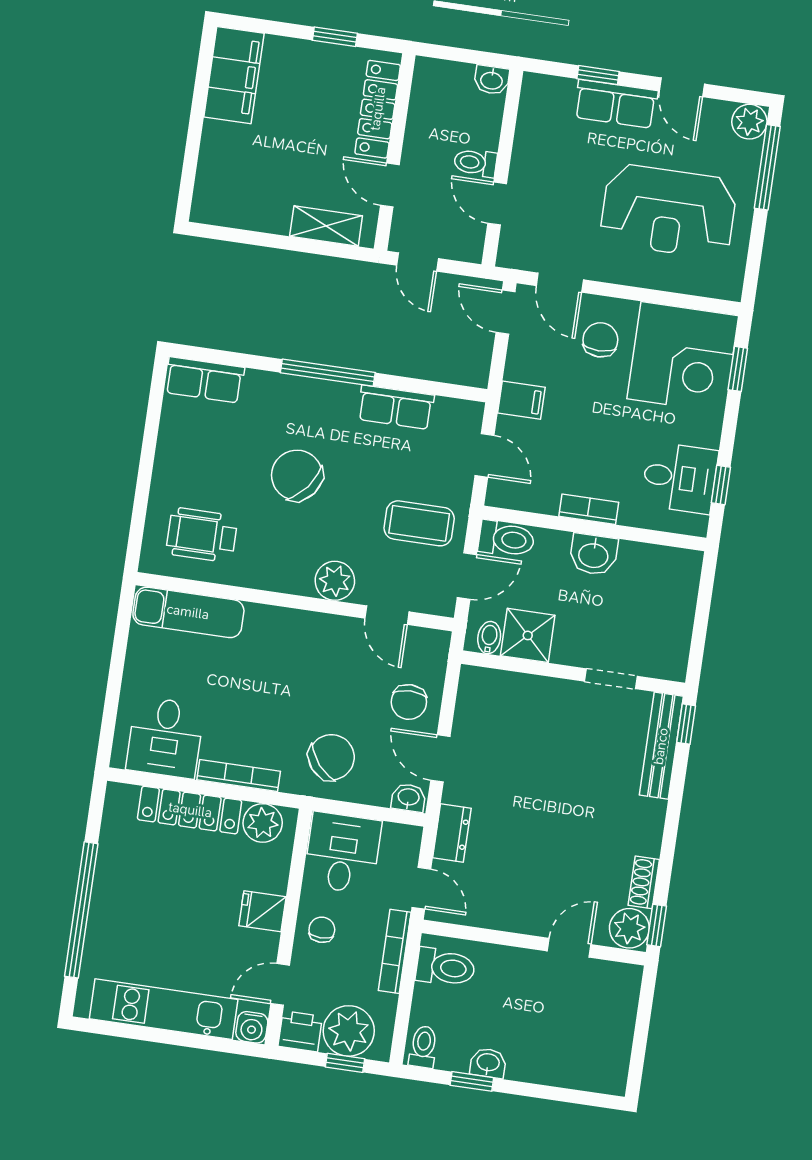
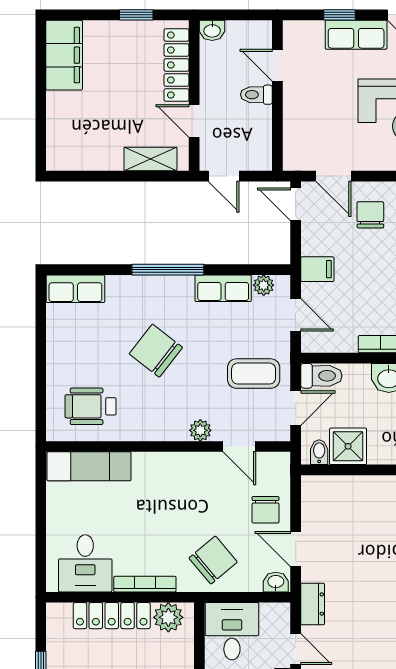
washbasin: (492, 80) -> (212, 30), moved
door: (497, 204) -> (277, 65), moved
plant: (449, 411) -> (264, 285), added
plant: (335, 581) -> (200, 430), width x0.73, depth x0.73

